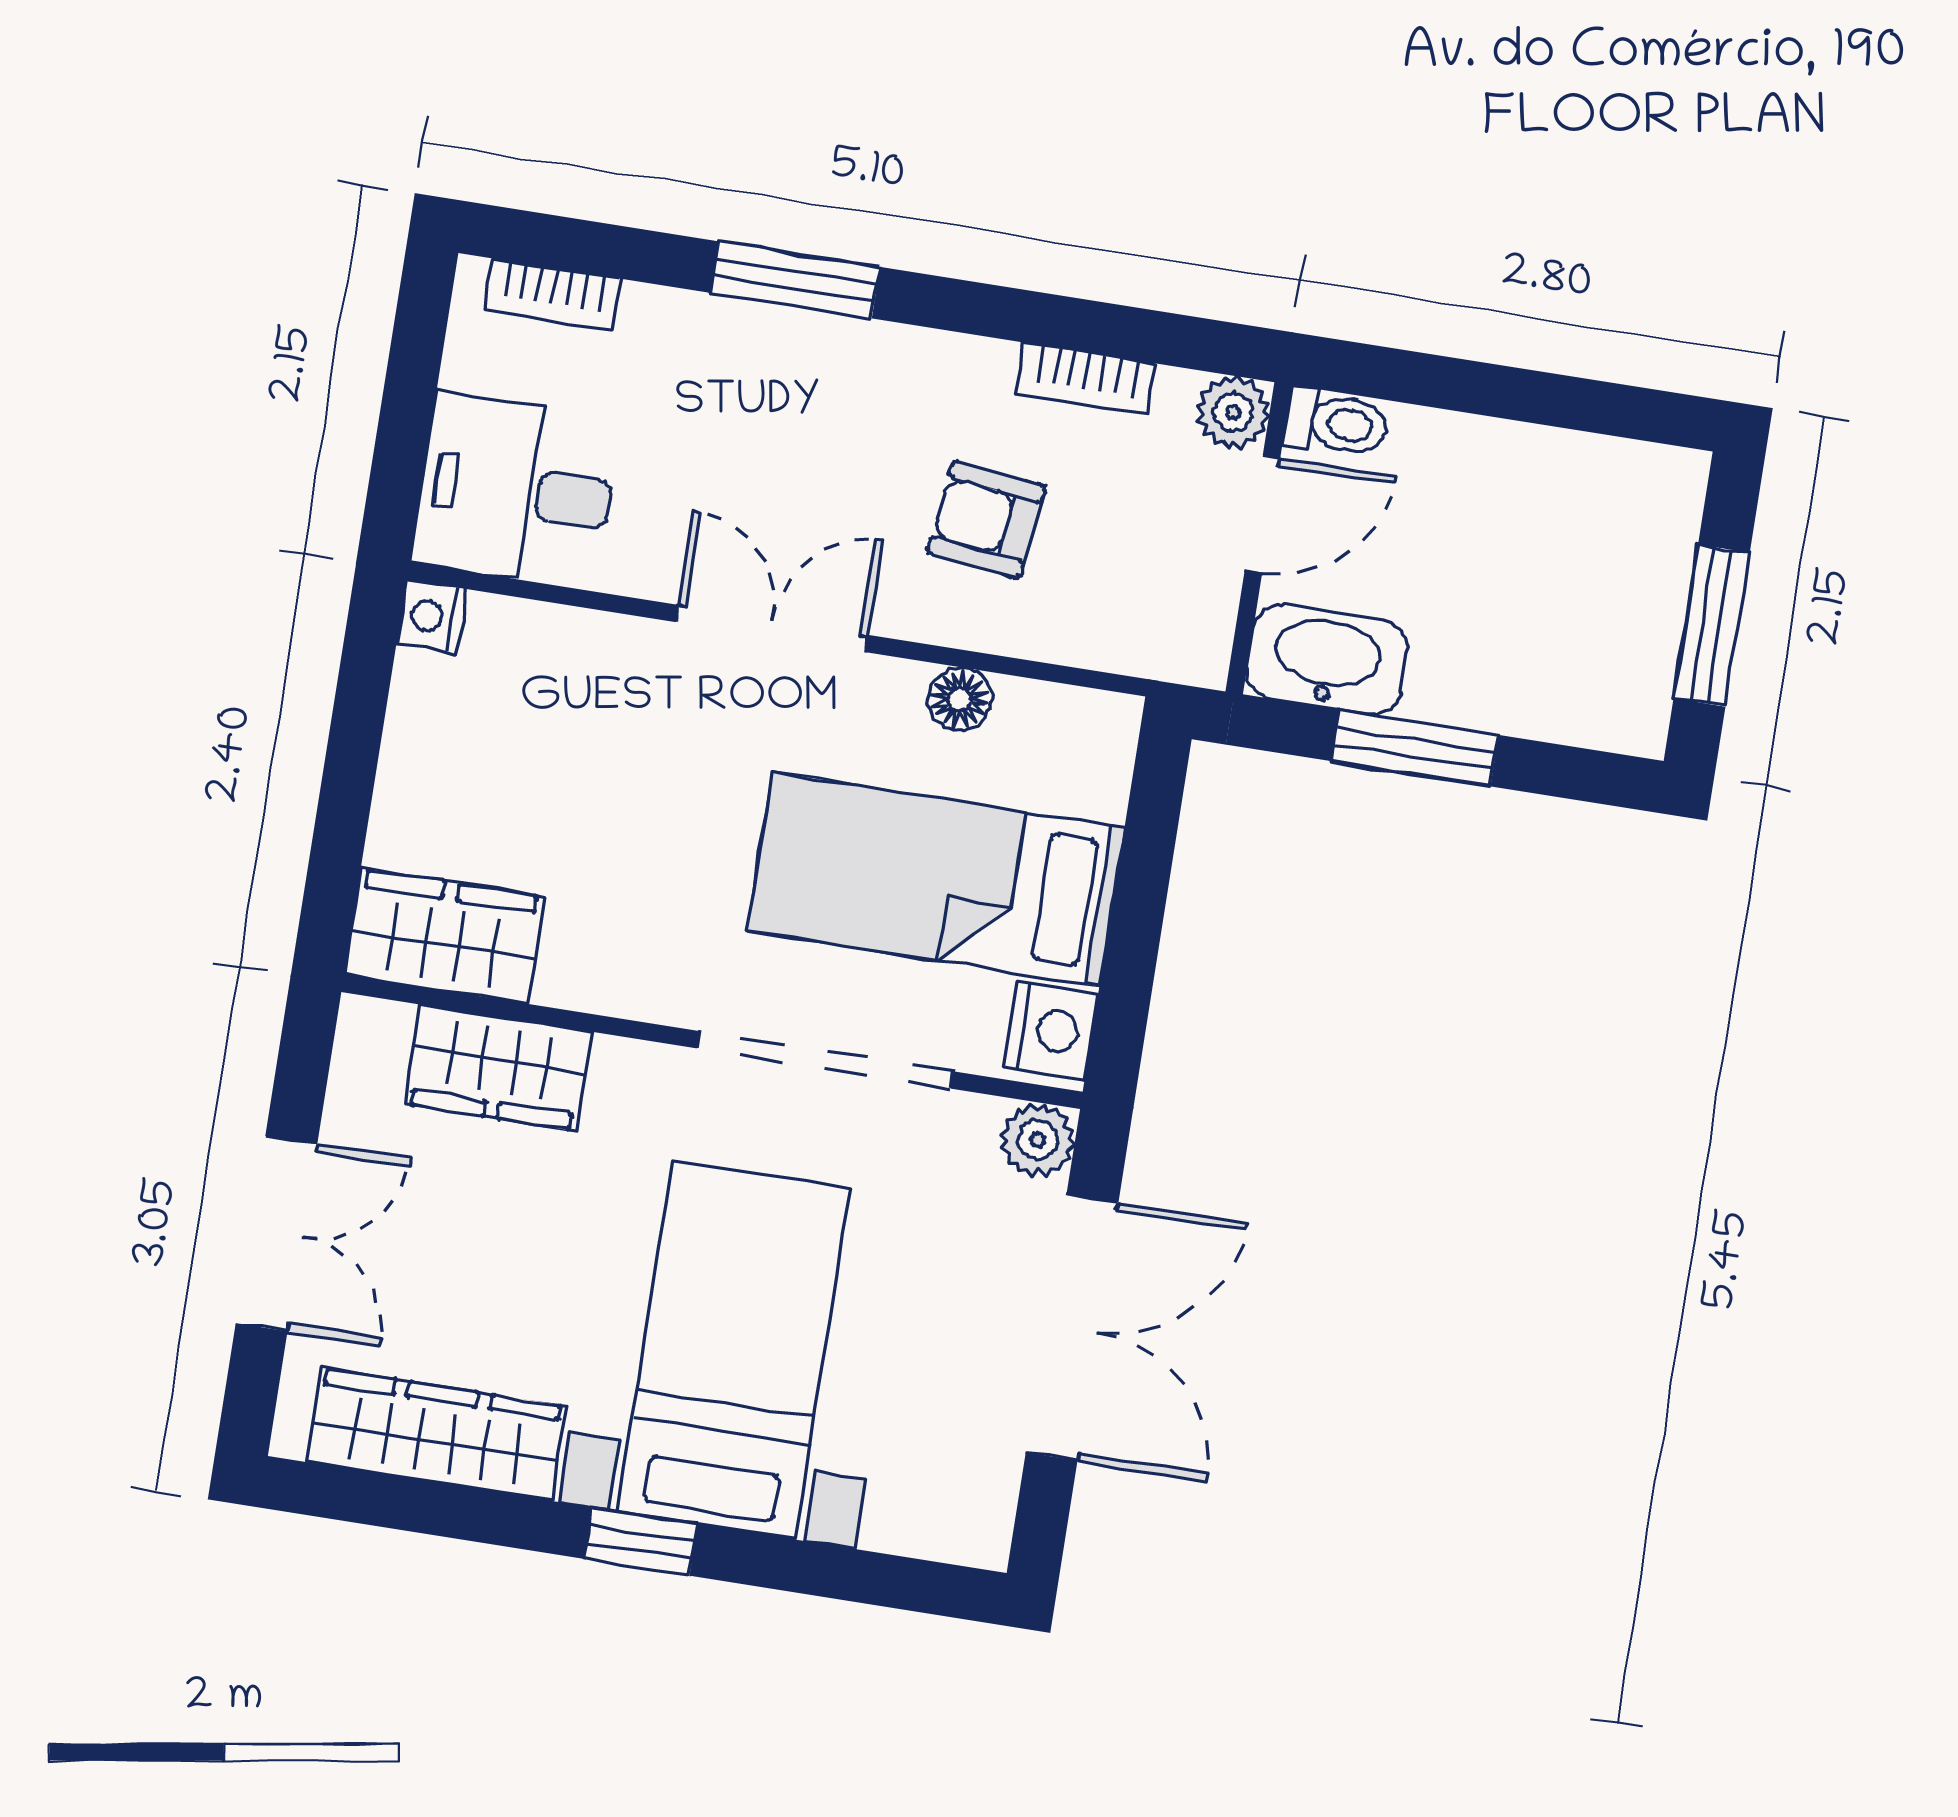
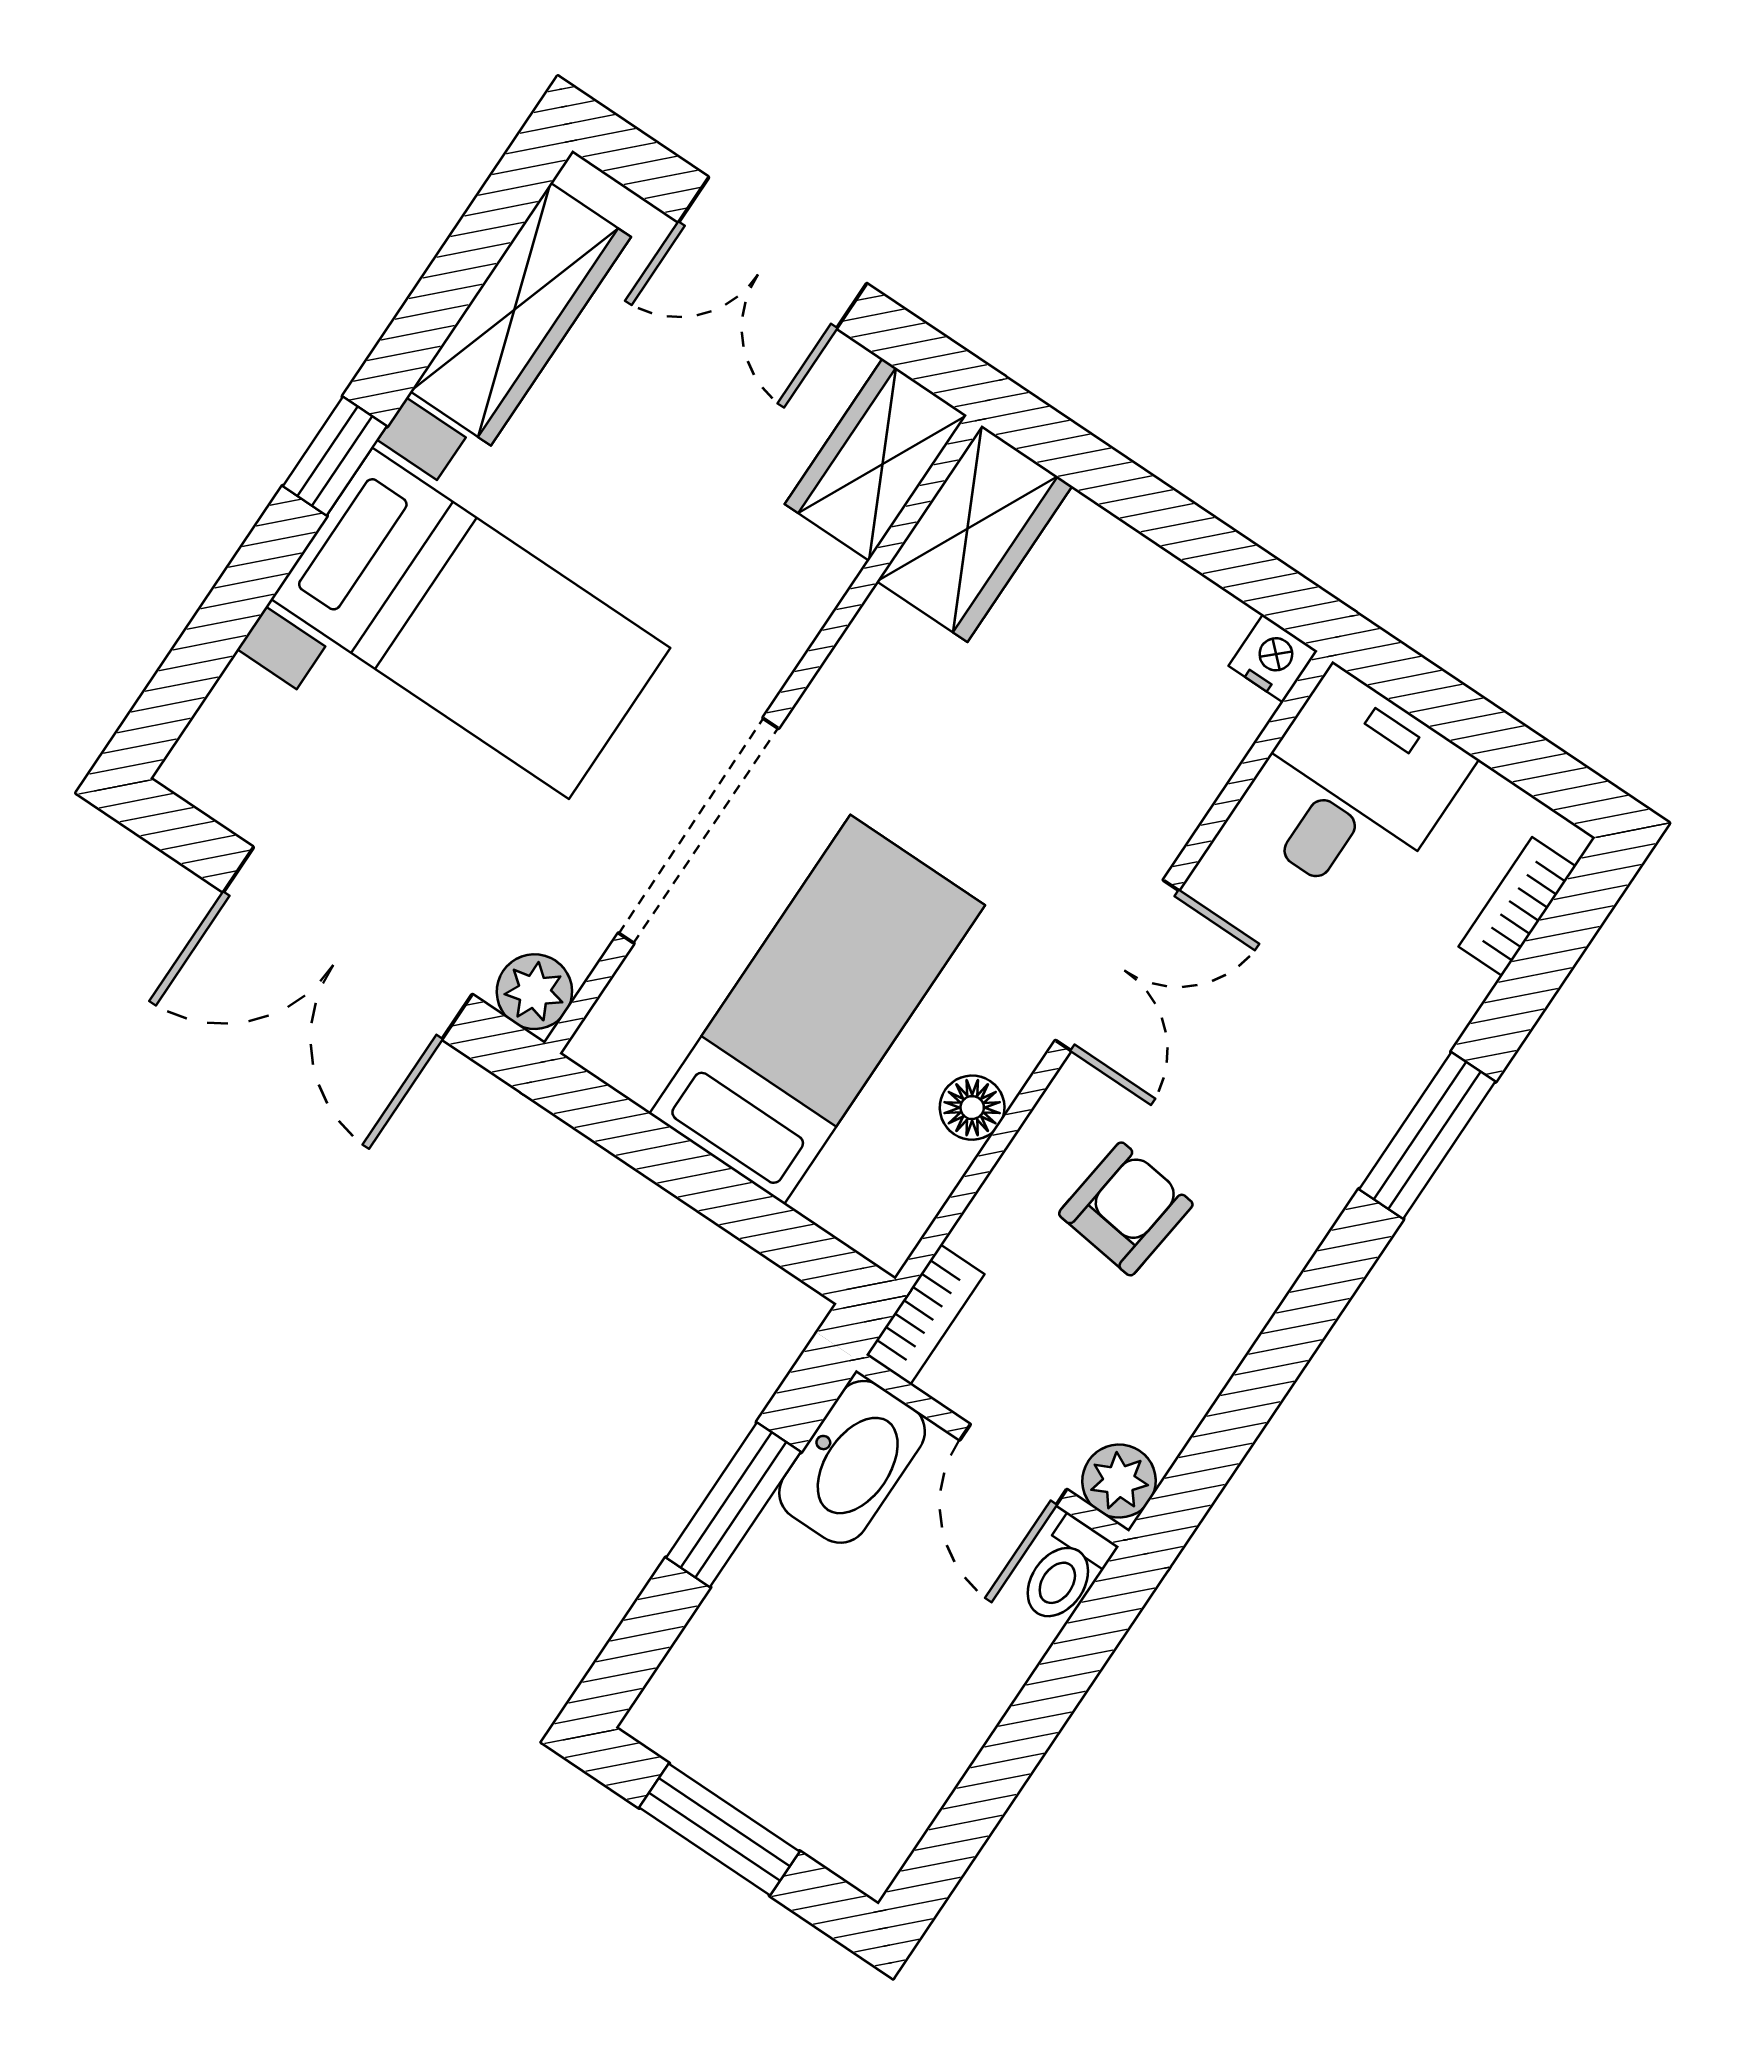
bookcase: (1086, 379) -> (925, 1315), moved, turned 180
nightstand: (1051, 1031) -> (629, 1050), removed
wardrobe: (498, 1068) -> (876, 460), moved

